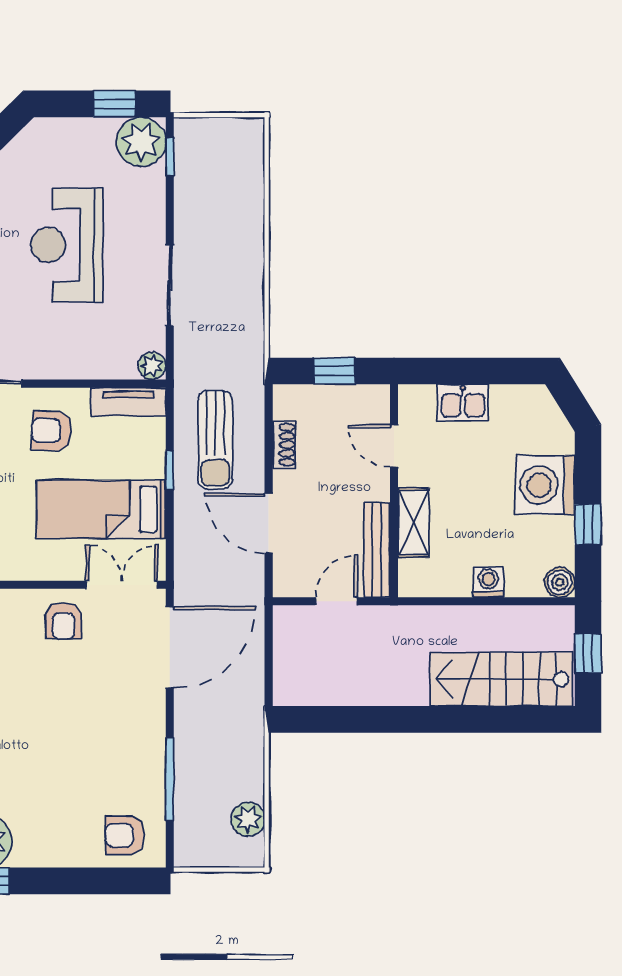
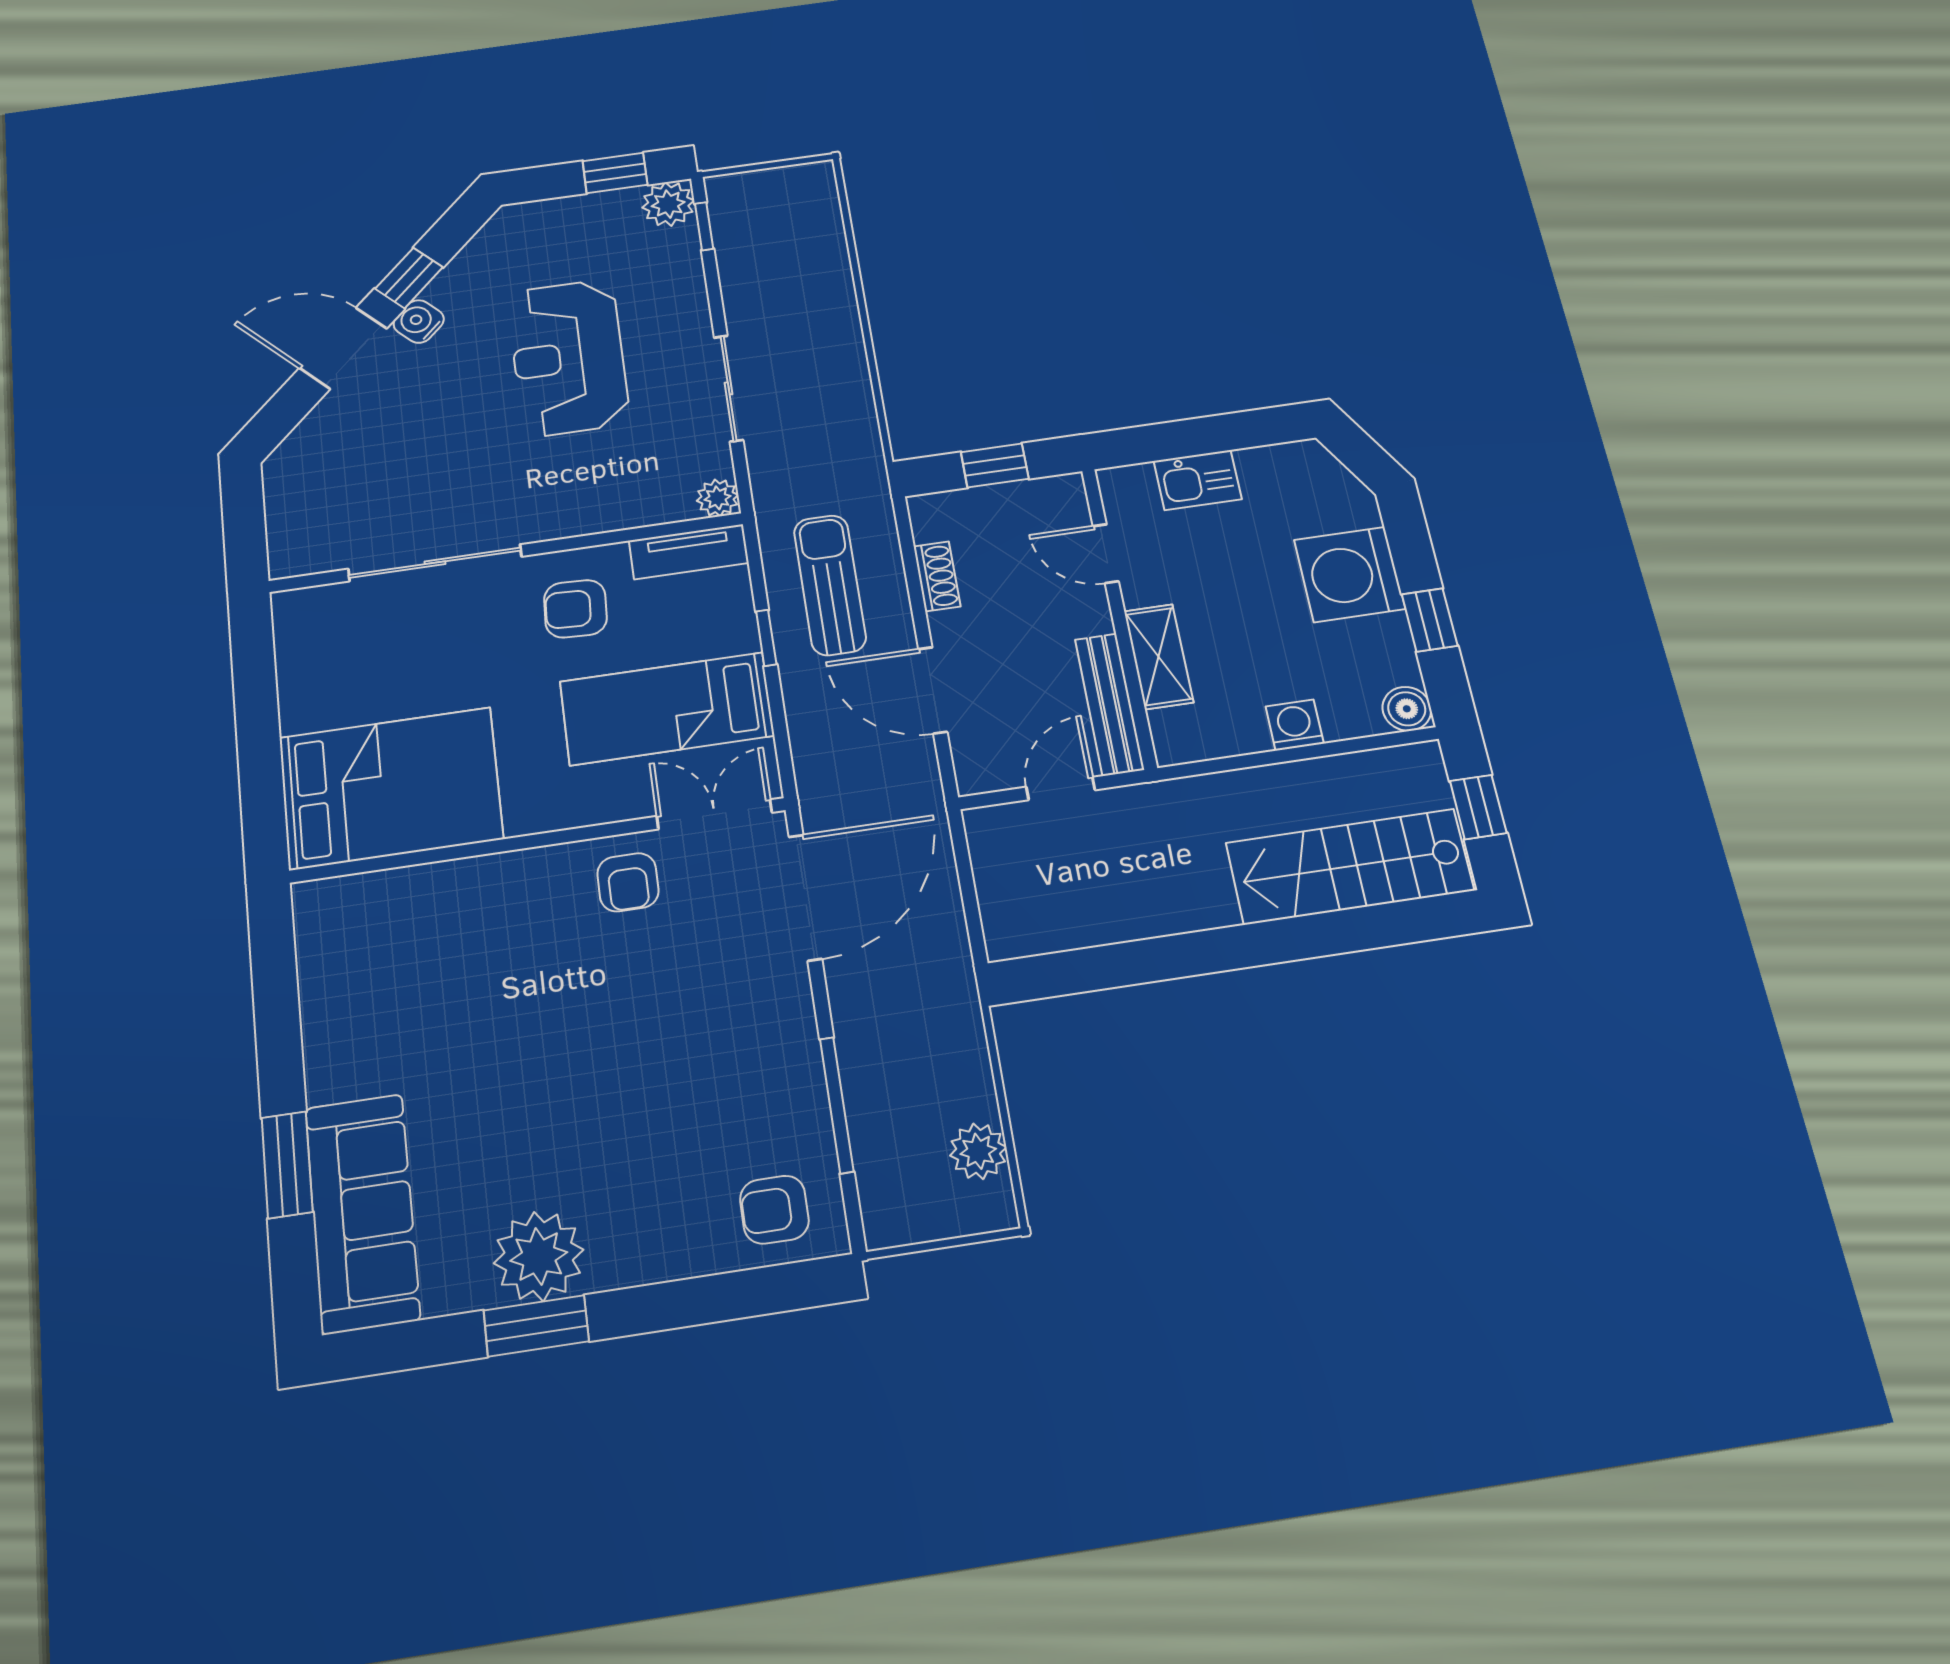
plant: (141, 142) -> (668, 204), width x0.73, depth x0.73
sun lounger: (215, 440) -> (830, 585), turned 180

